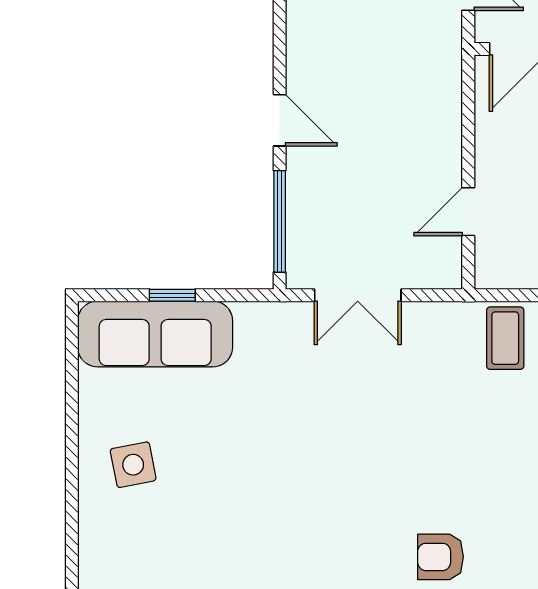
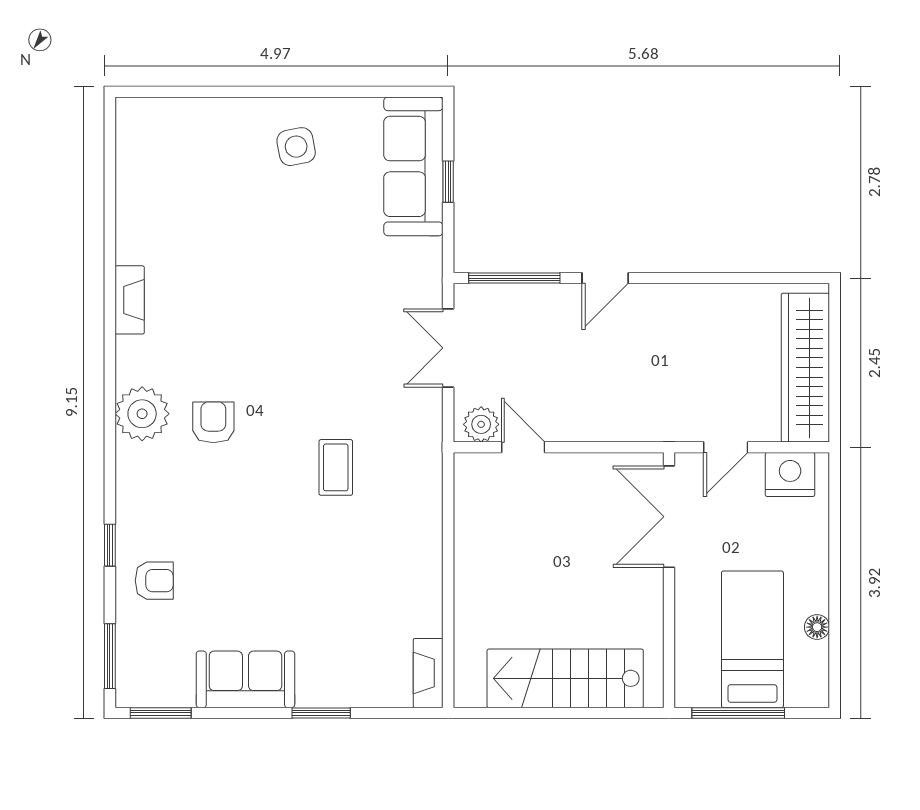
plant: (443, 258) -> (481, 424), added
coffee table: (505, 338) -> (336, 467), moved, turned 90

